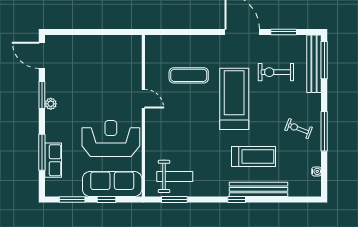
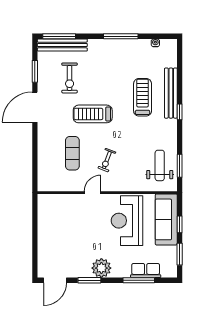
treadmill: (234, 99) -> (93, 114), width x0.73, depth x0.73
plant: (51, 104) -> (101, 268), width x1.88, depth x1.88
exercise bike: (298, 129) -> (107, 160), moved

